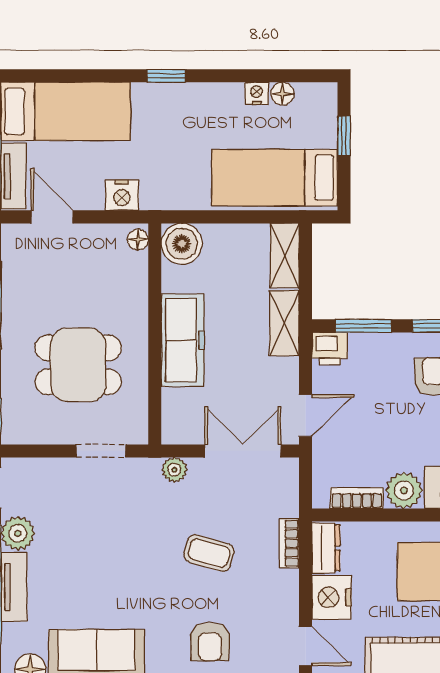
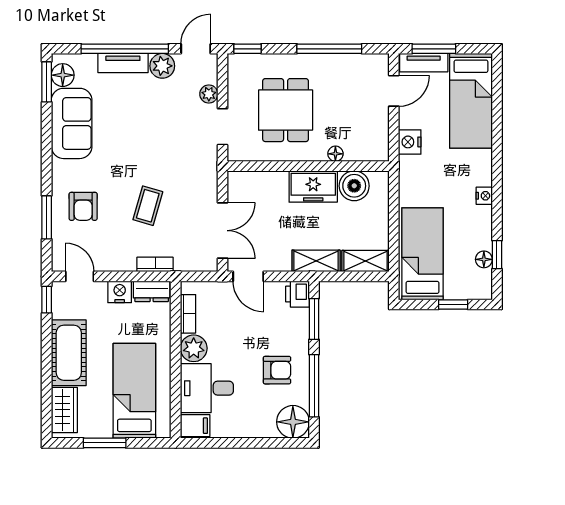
window: (166, 76) -> (497, 255), moved
nightstand: (257, 93) -> (484, 196), moved
floor lamp: (138, 240) -> (335, 154), moved
boiler: (182, 244) -> (354, 186), moved
freezer: (183, 340) -> (313, 186), width x0.71
plant: (174, 470) -> (209, 94), moved
nightstand: (332, 597) -> (120, 292), width x0.74, depth x0.75
armchair: (210, 641) -> (83, 206), turned -90
door: (306, 646) -> (80, 276), swing flipped

